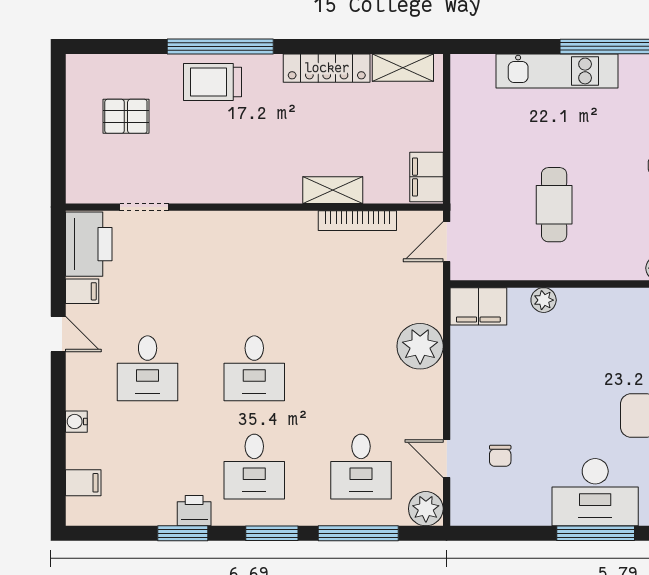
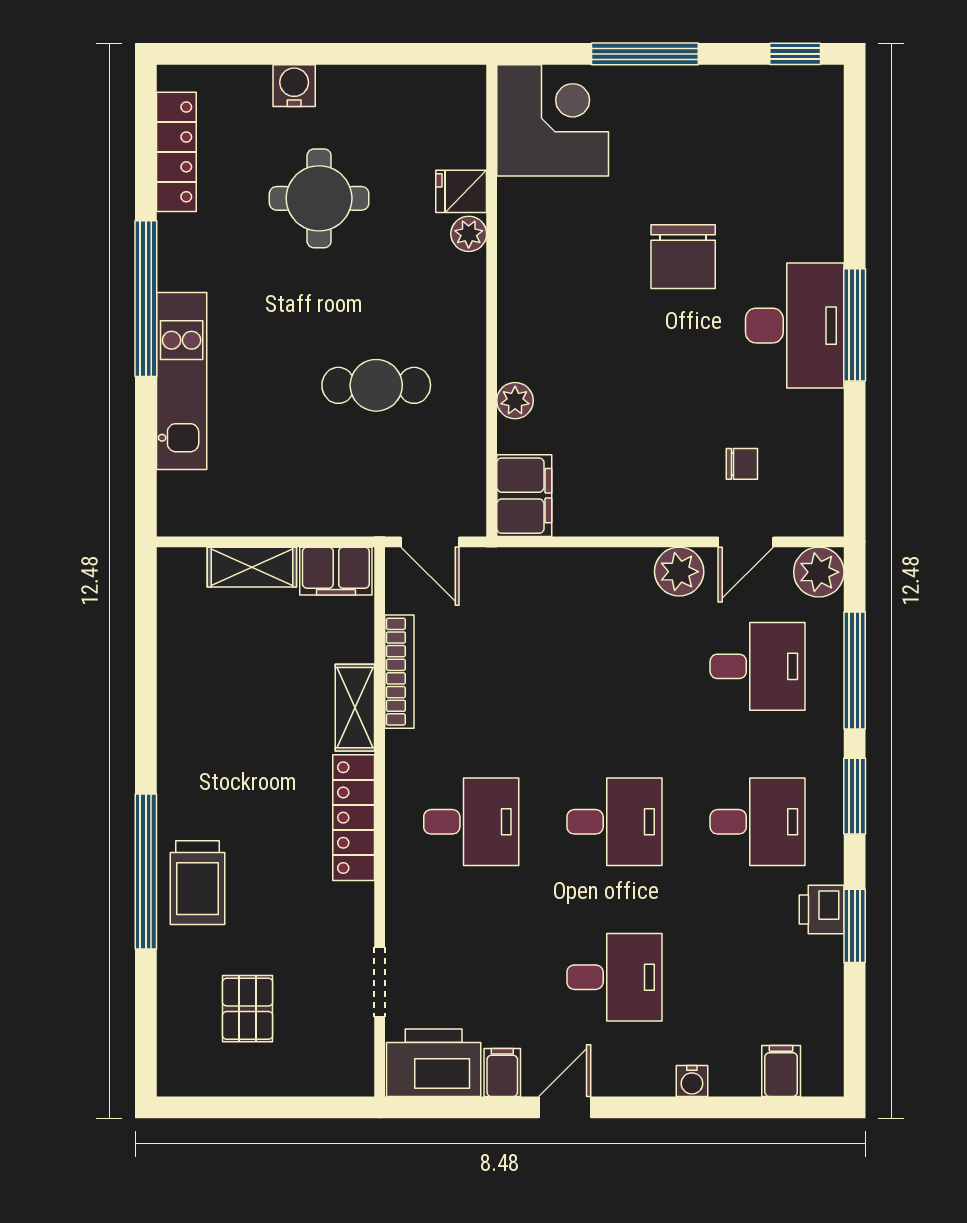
locker: (327, 68) -> (354, 818), moved, turned 180
shelving: (403, 68) -> (252, 567), moved, turned 90
desk: (254, 270) -> (471, 822), added
plant: (420, 346) -> (679, 572), moved, width x0.73, depth x0.73

